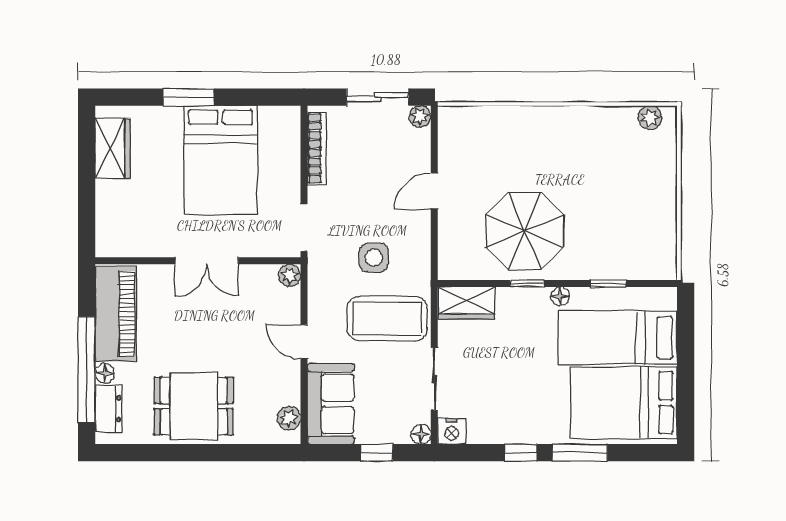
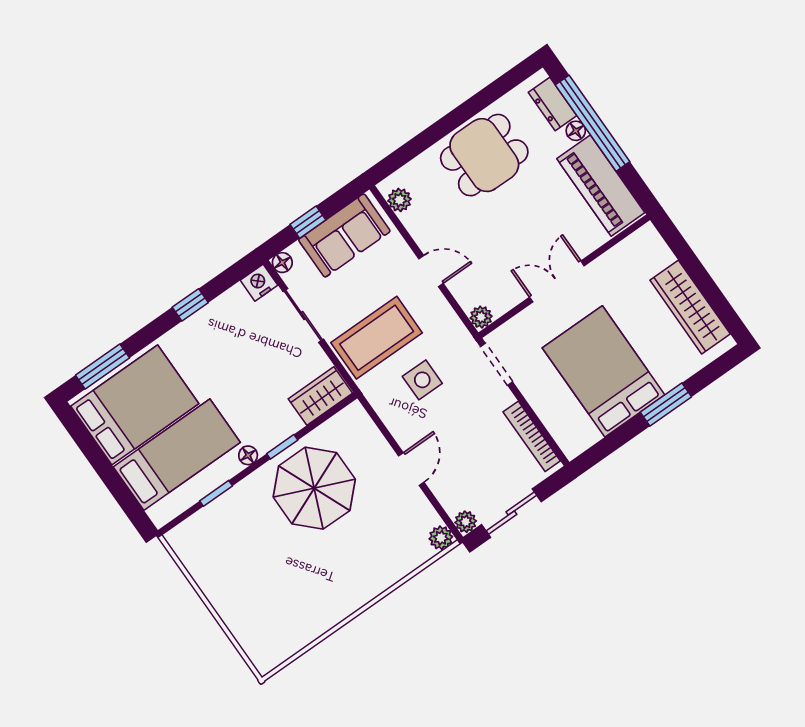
plant: (650, 118) -> (441, 538), moved
wardrobe: (113, 148) -> (690, 307), width x1.50
sofa: (331, 404) -> (344, 235), moved, turned -90
window: (580, 453) -> (103, 366), moved

